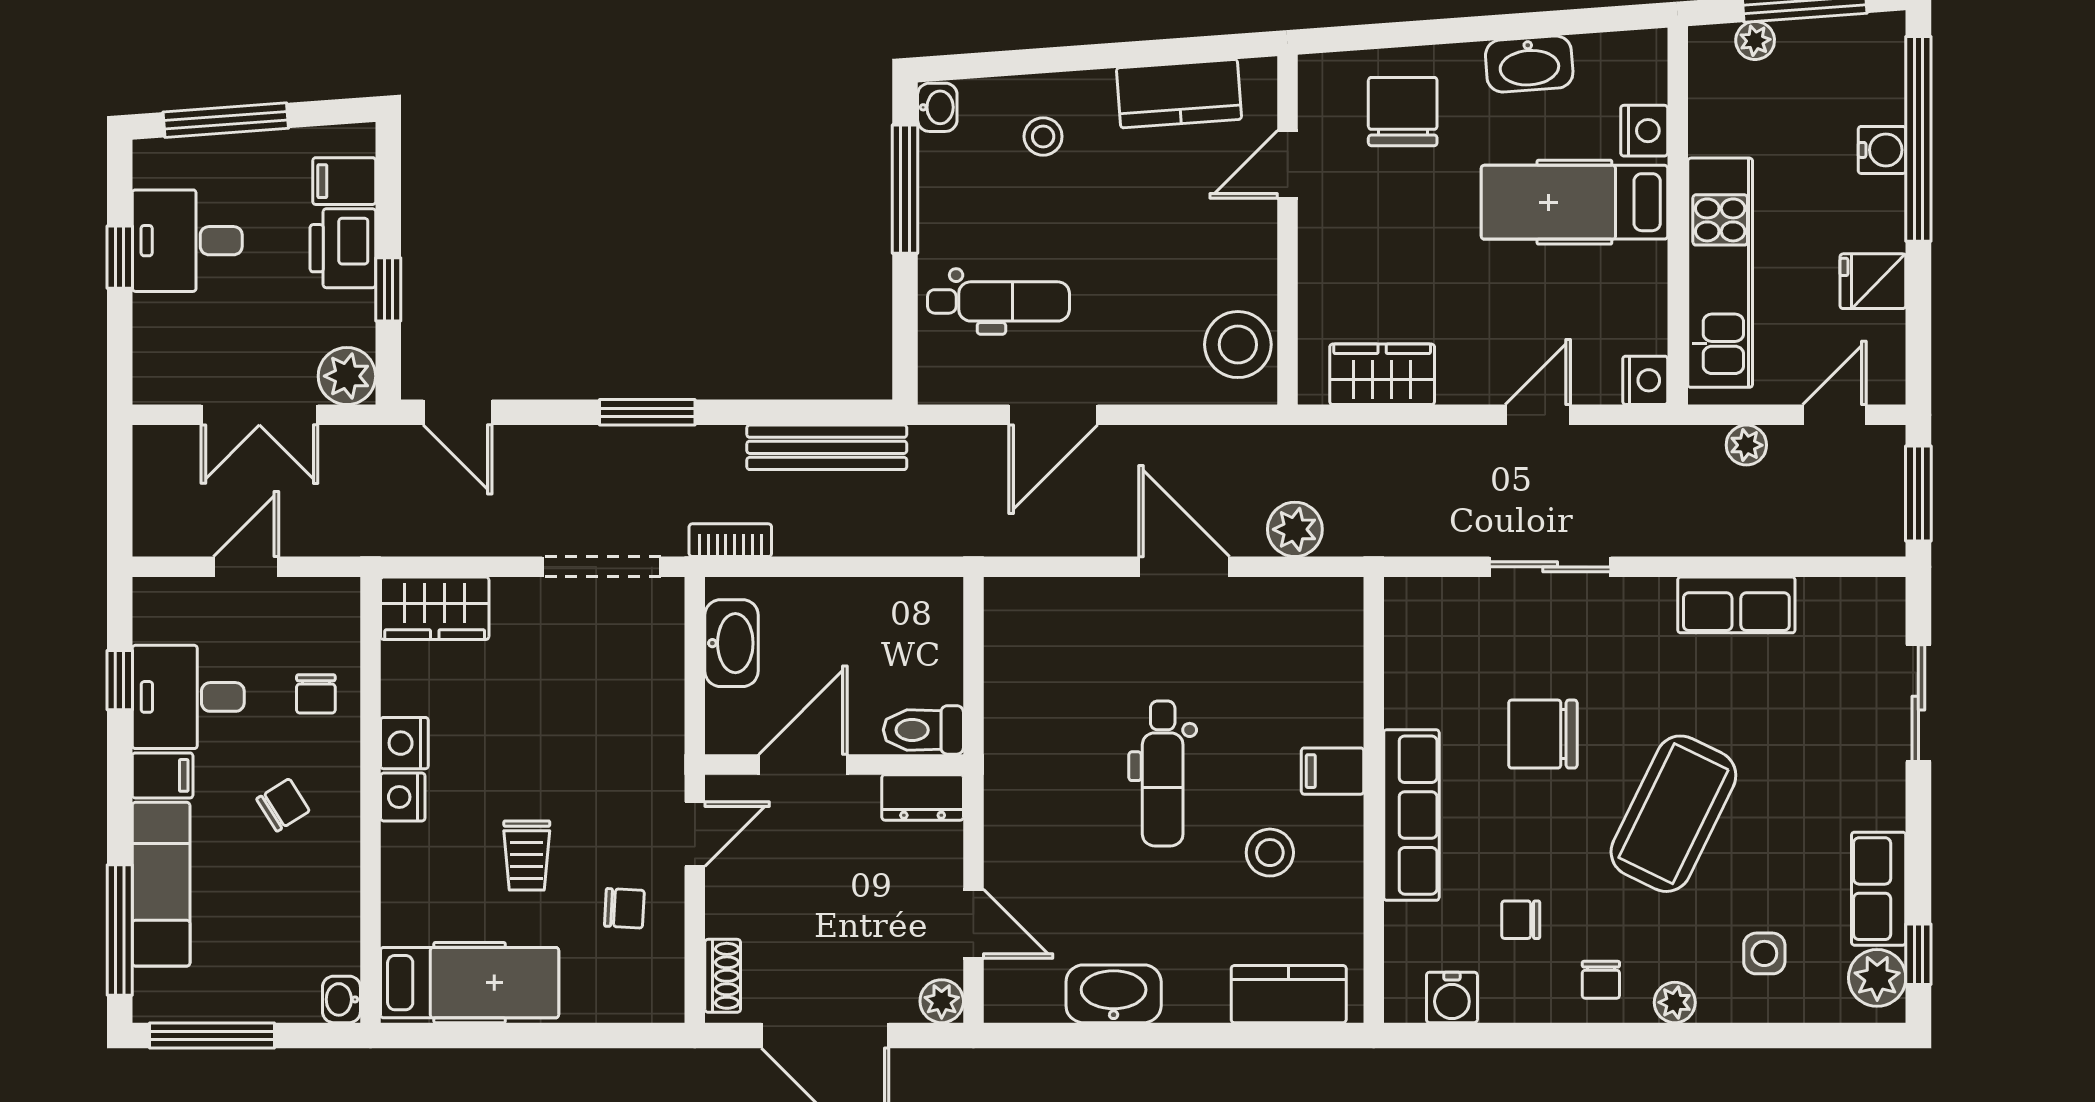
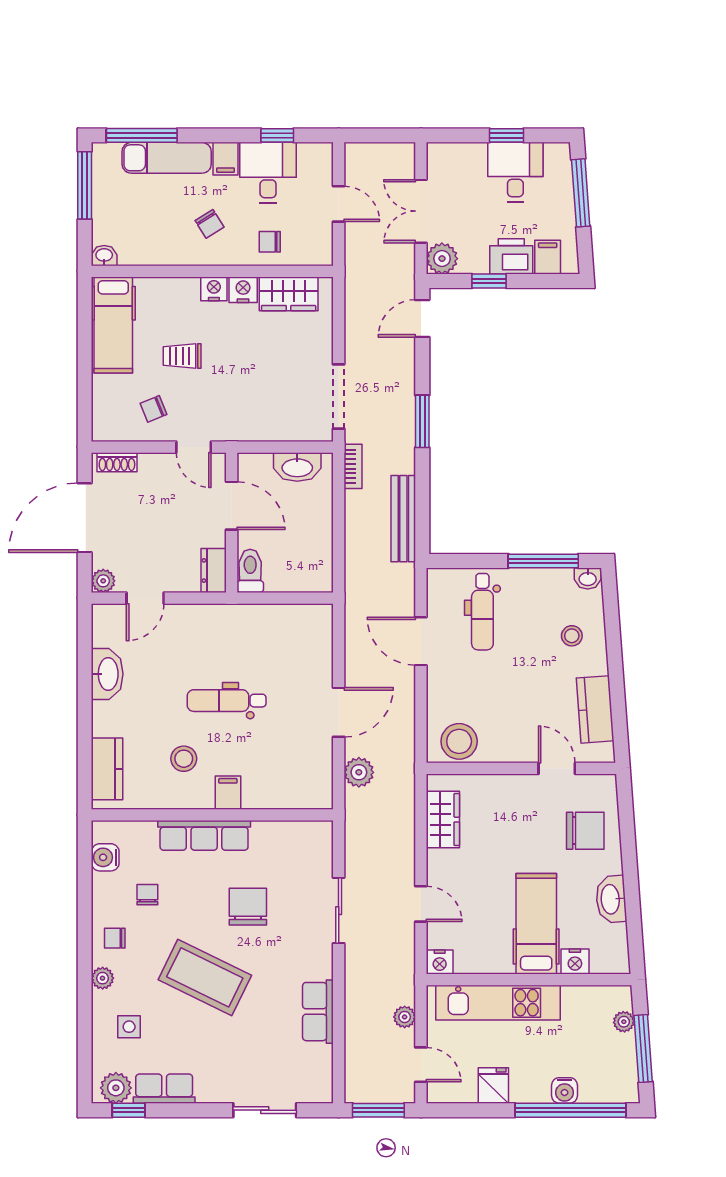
wardrobe: (435, 608) -> (289, 294), moved, turned -90
chair: (624, 908) -> (154, 409), turned 65

